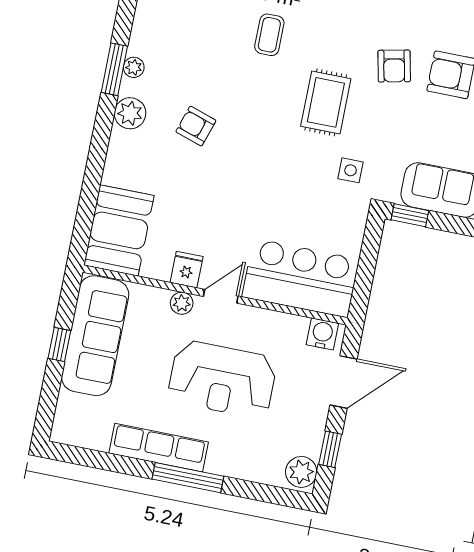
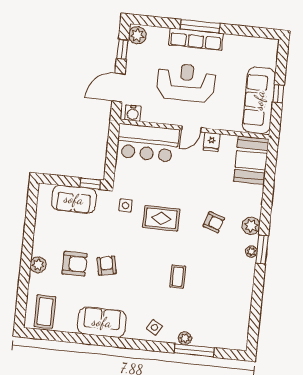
rug: (326, 102) -> (161, 218), moved, turned 90
plant: (182, 303) -> (213, 123), removed
row of seats: (159, 448) -> (196, 39), moved

